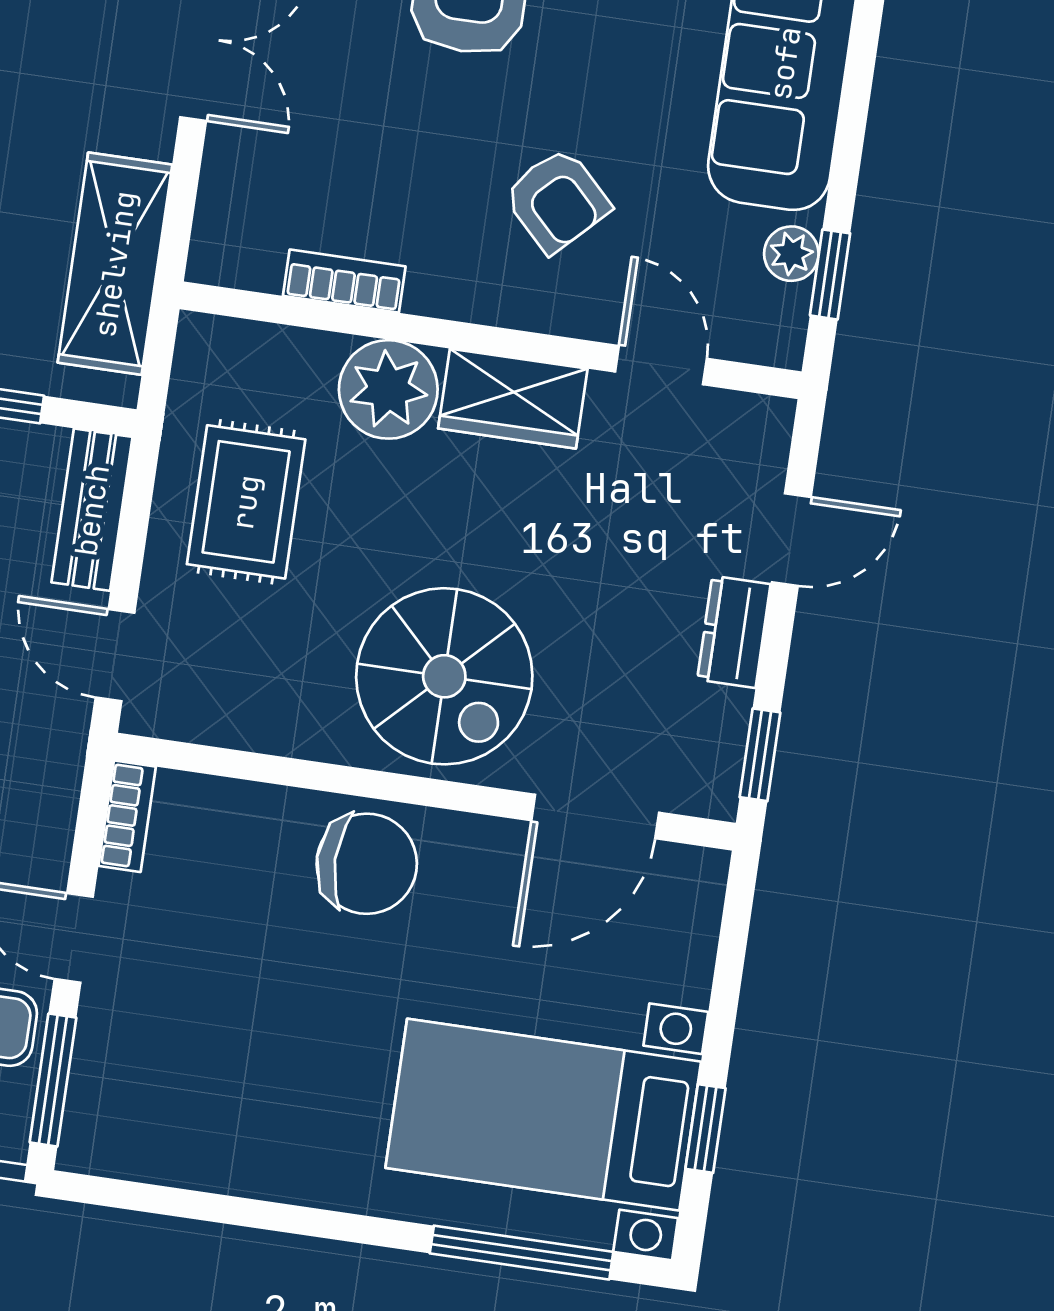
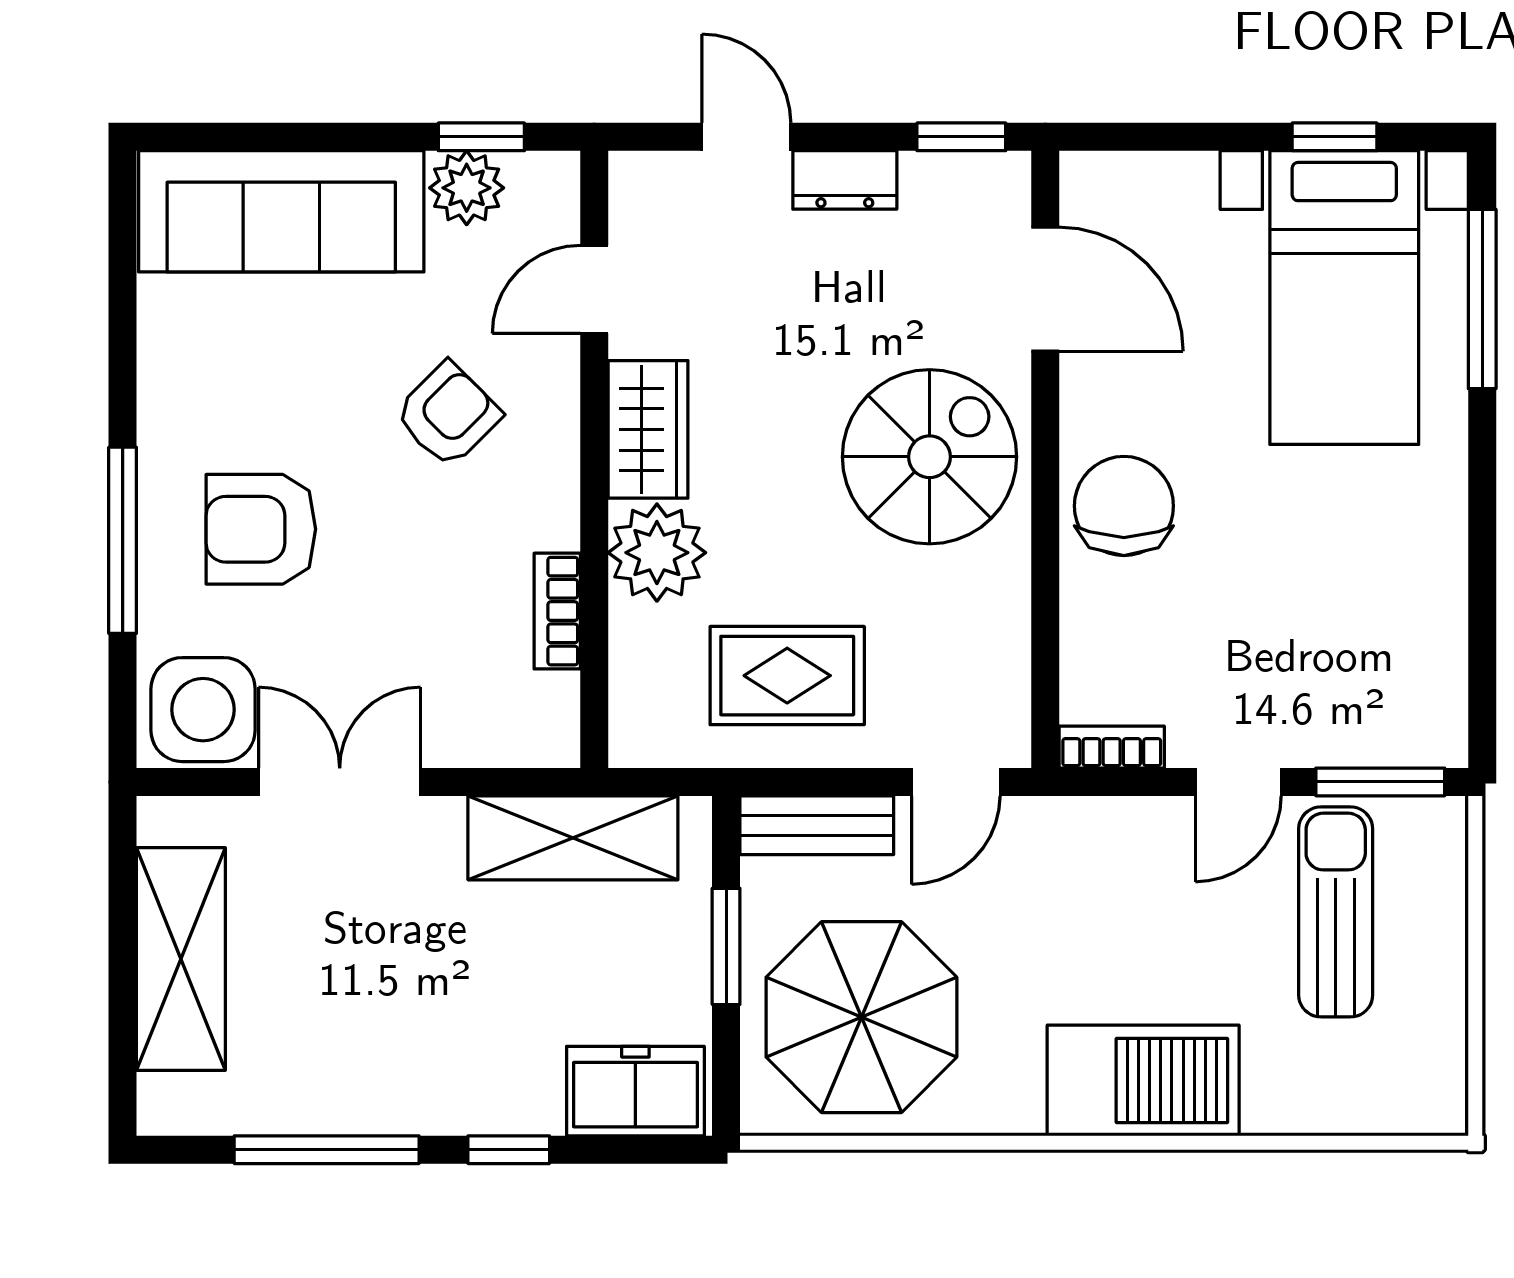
plant: (791, 254) -> (467, 188), width x1.38, depth x1.38

